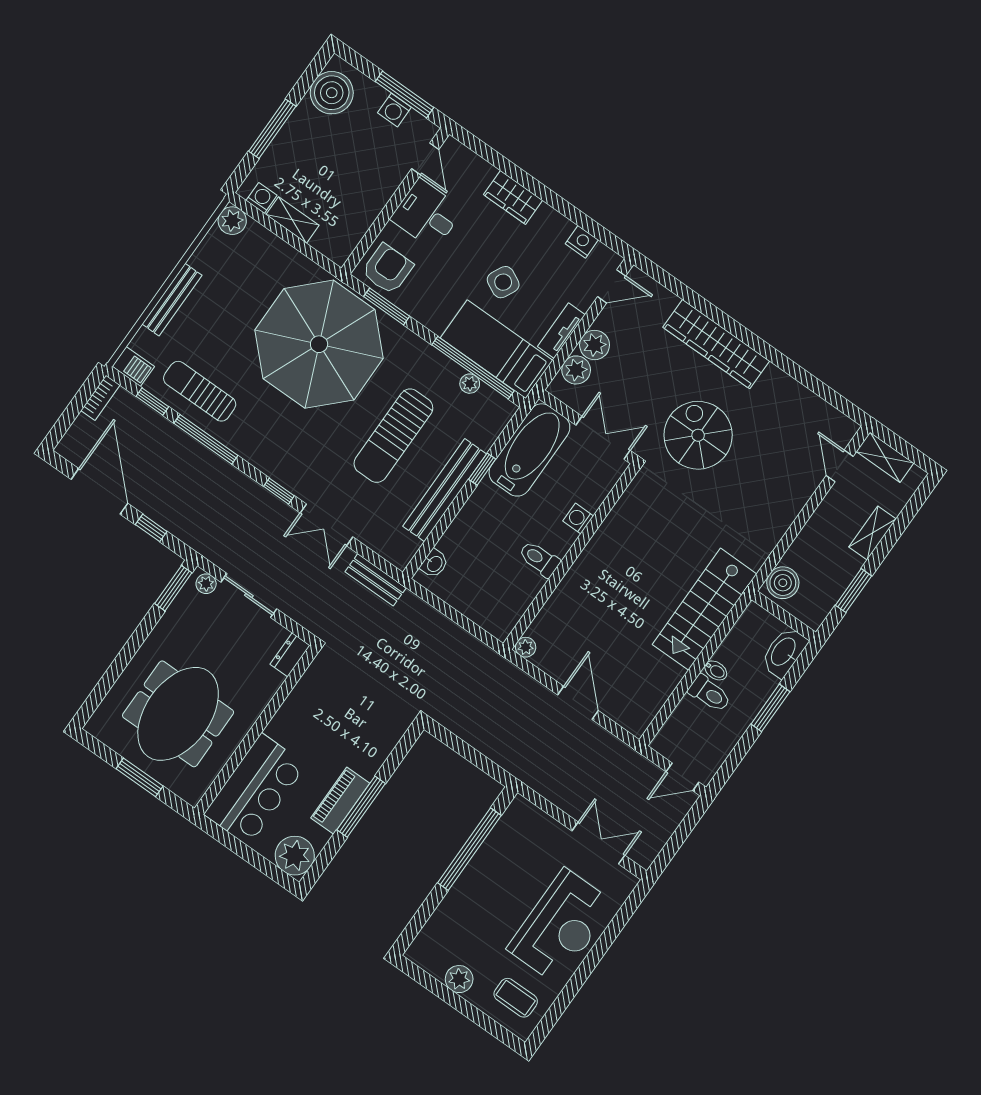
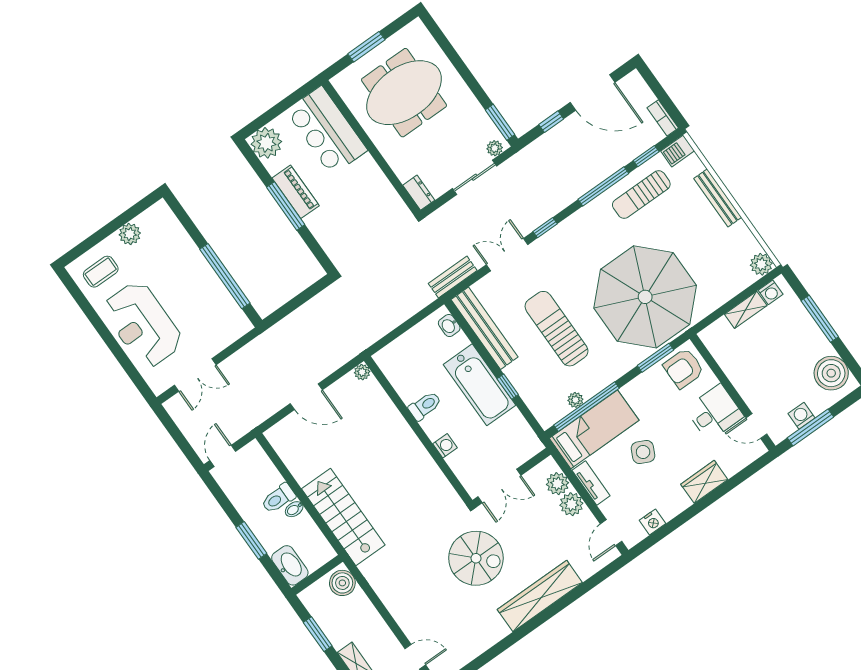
armchair: (387, 269) -> (684, 368), turned 90
sun lounger: (200, 391) -> (641, 194), turned 180
bathtub: (529, 450) -> (480, 385), moved
bench: (445, 490) -> (485, 328), moved
meeting table: (178, 714) -> (404, 93), turned 90

